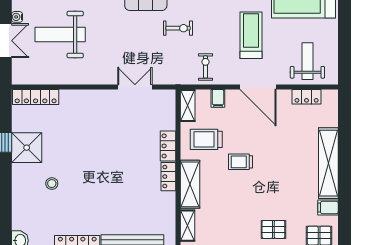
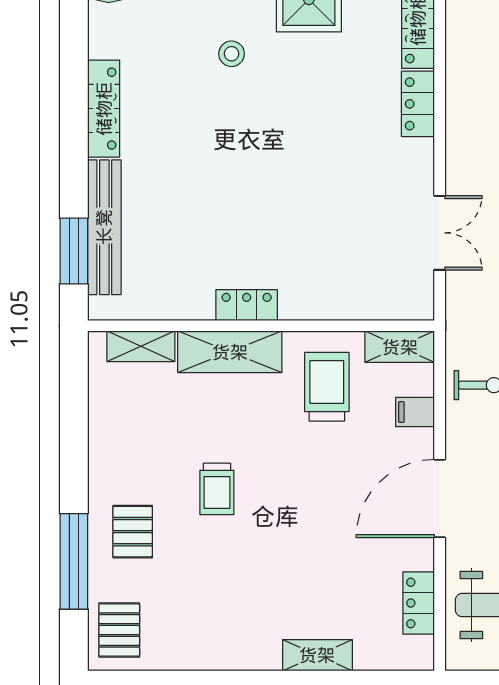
locker: (168, 146) -> (418, 104), moved, turned -90
trolley: (240, 162) -> (217, 489), moved, turned 180
shelving: (328, 163) -> (317, 655), width x0.45, depth x0.75
filing cabinet: (328, 207) -> (180, 649), removed

